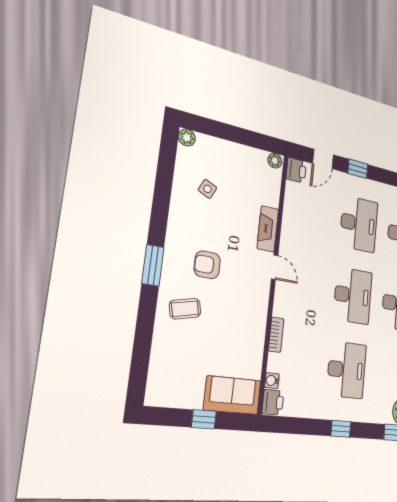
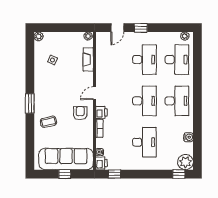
printer: (296, 170) -> (101, 112), moved
fireplace: (268, 229) -> (88, 59), moved
armchair: (207, 265) -> (80, 113), moved, turned 90
door: (275, 267) -> (95, 93), swing flipped
sofa: (232, 395) -> (66, 159), width x1.85, depth x1.27
window: (341, 429) -> (114, 174), moved

